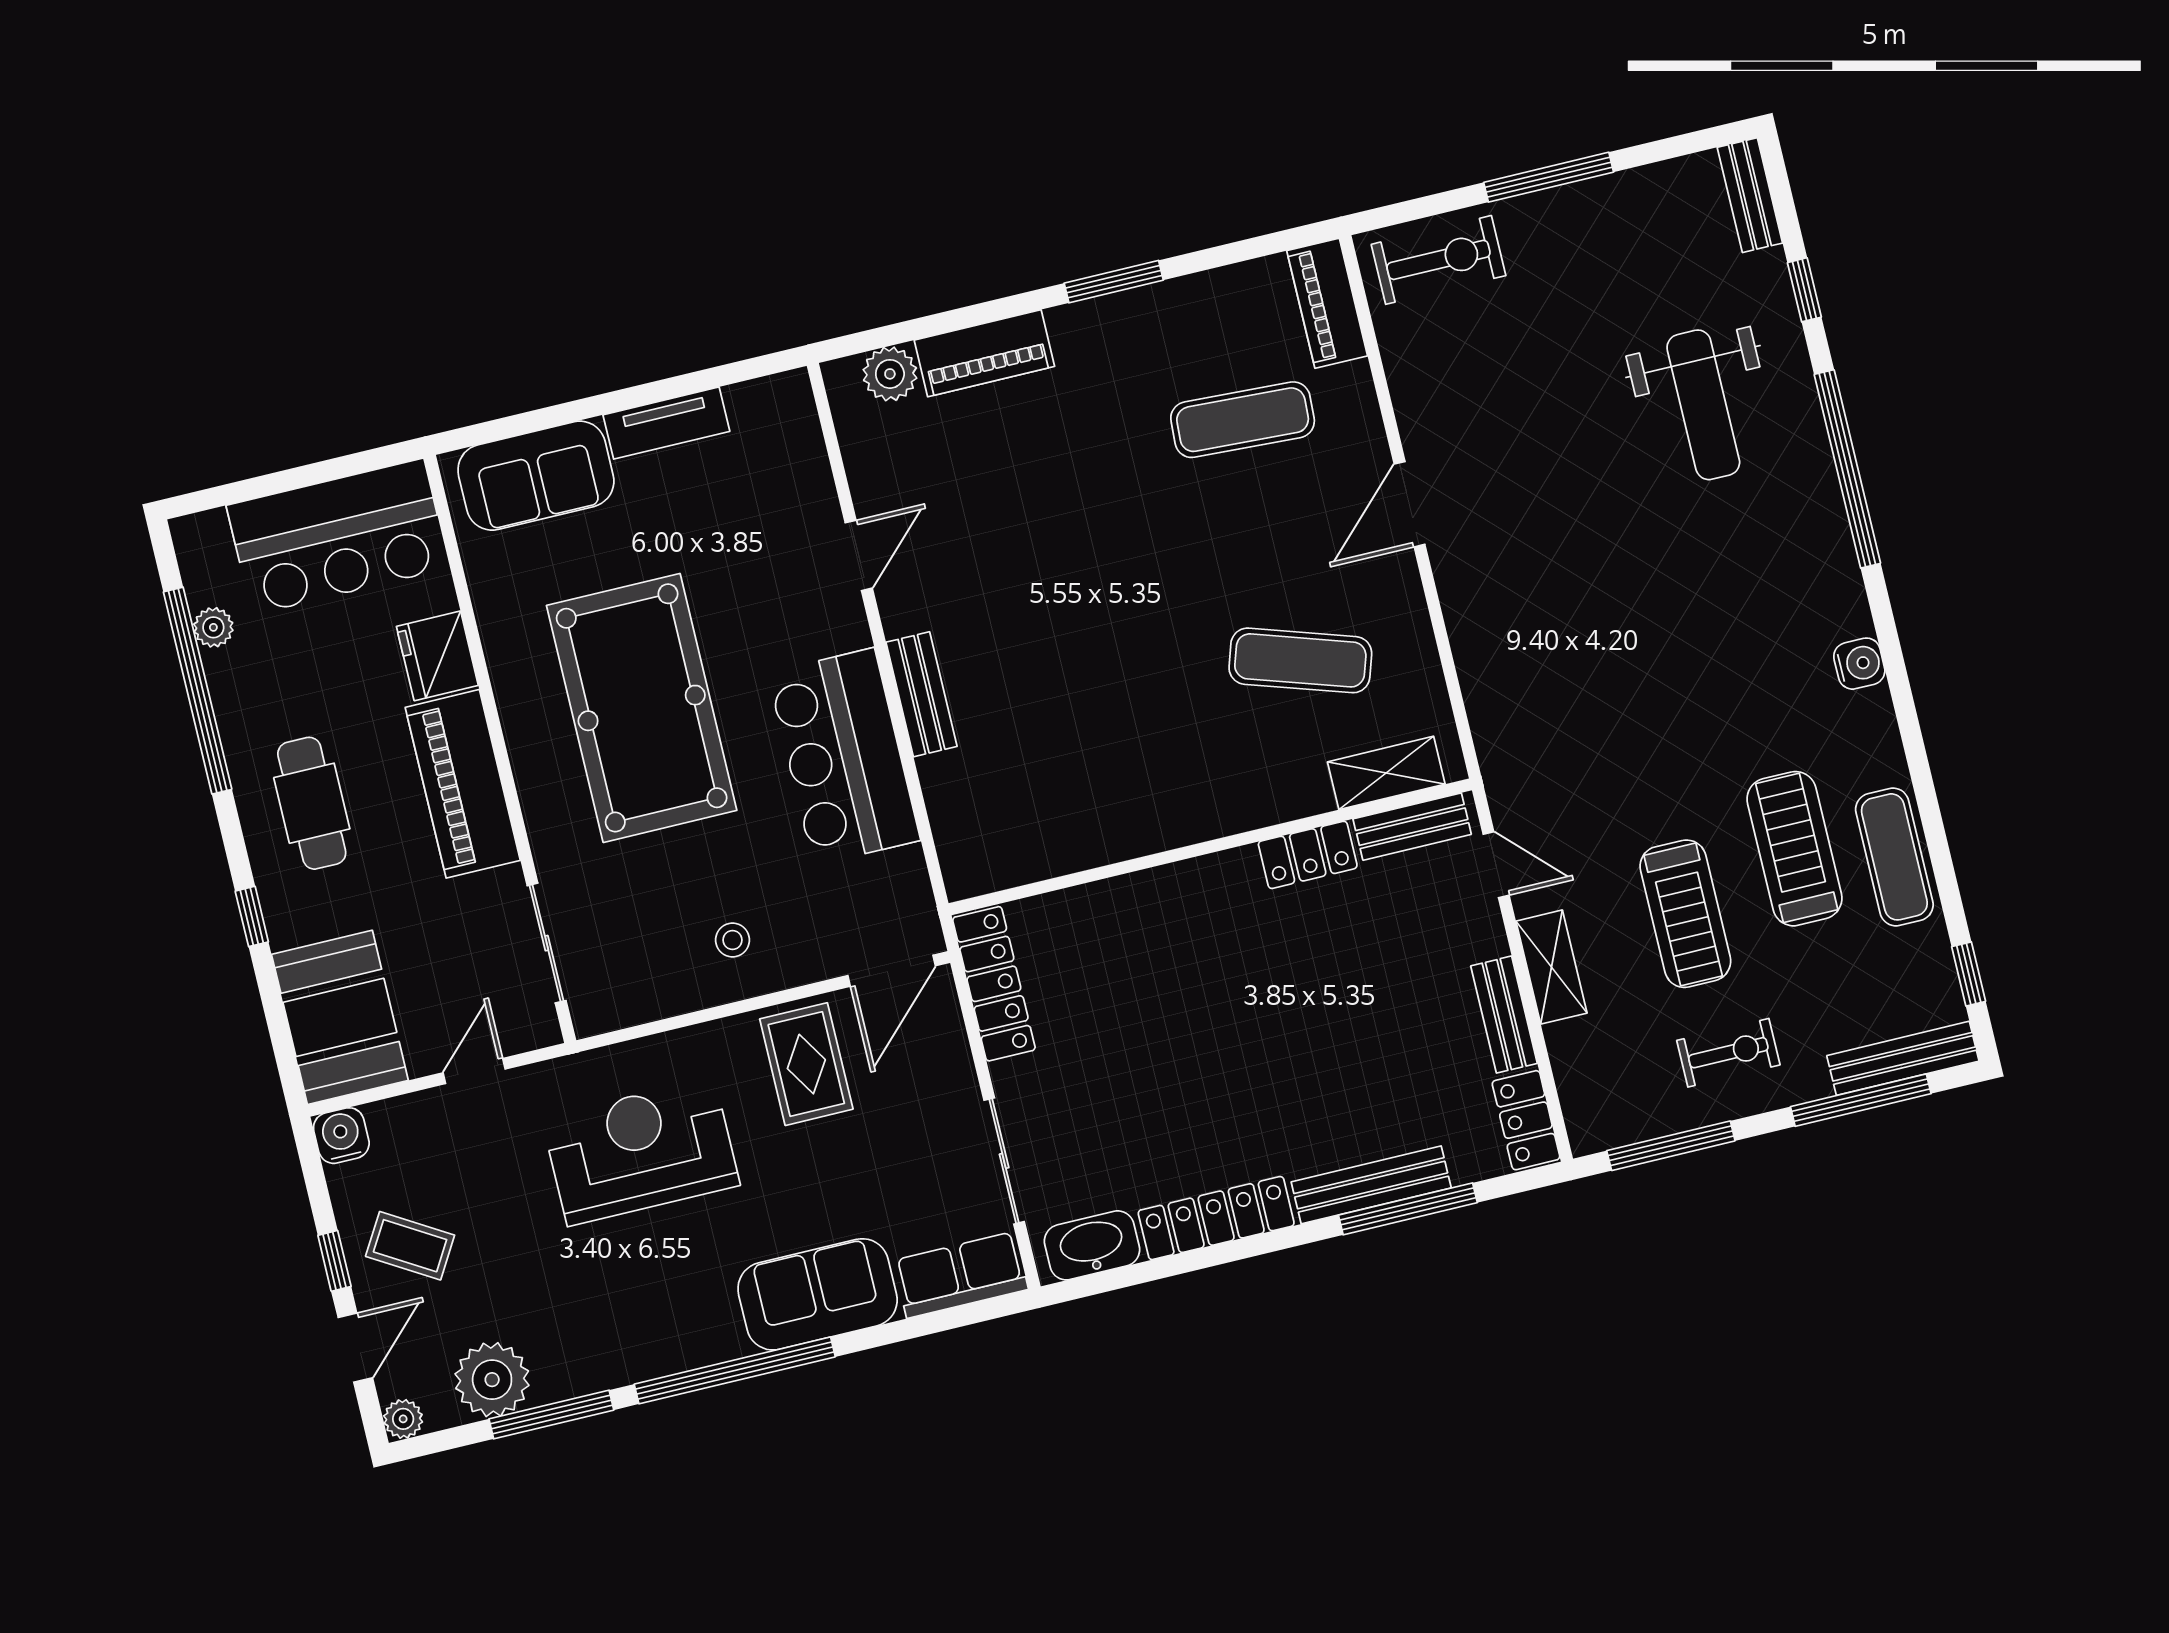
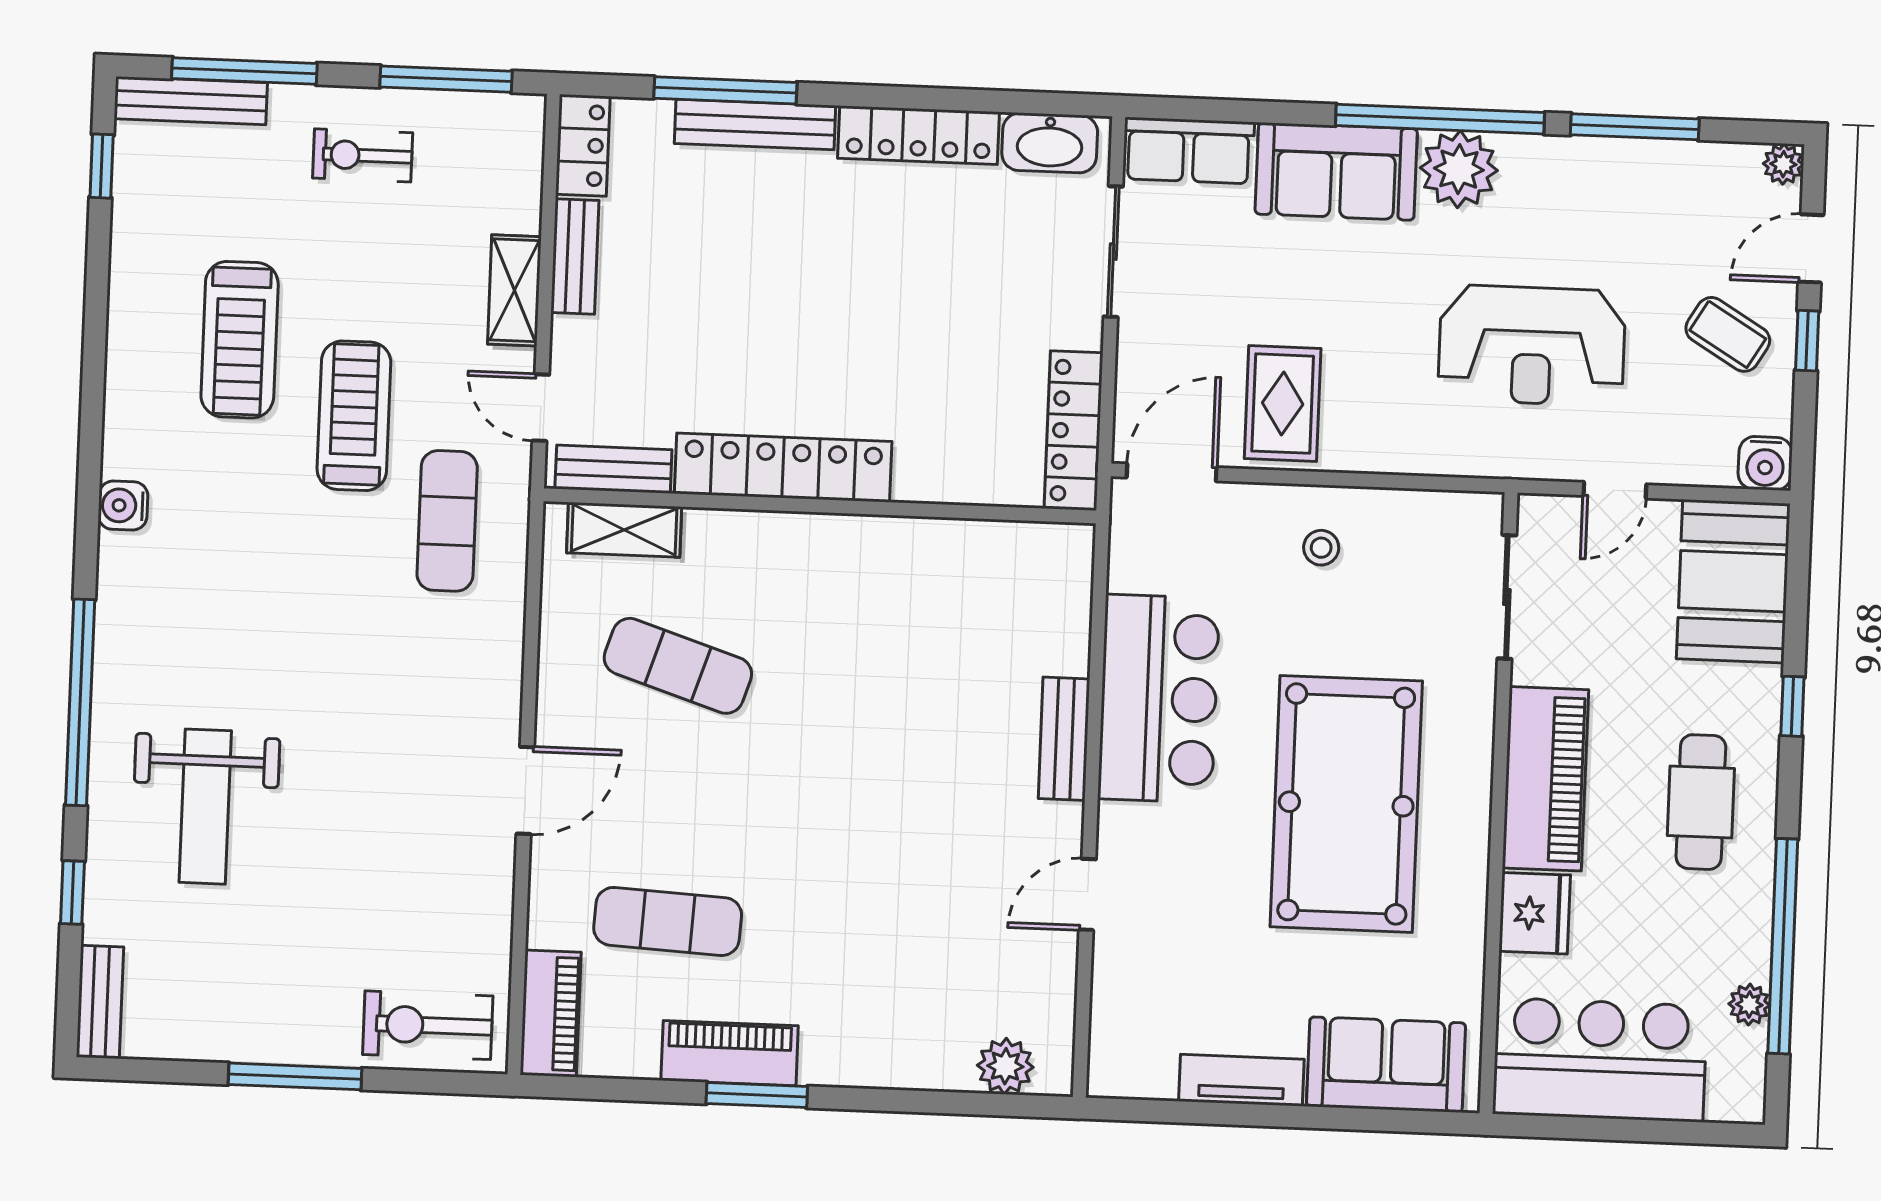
piano: (984, 353) -> (730, 1053), moved
weight bench: (1703, 405) -> (205, 807), turned 180
locker: (1308, 855) -> (783, 468), width x2.16, depth x1.21
exercise mat: (1894, 857) -> (447, 521), moved
treadmill: (1685, 914) -> (354, 416), moved
reception desk: (641, 1152) -> (1532, 345), moved
plant: (492, 1380) -> (1459, 169), moved

